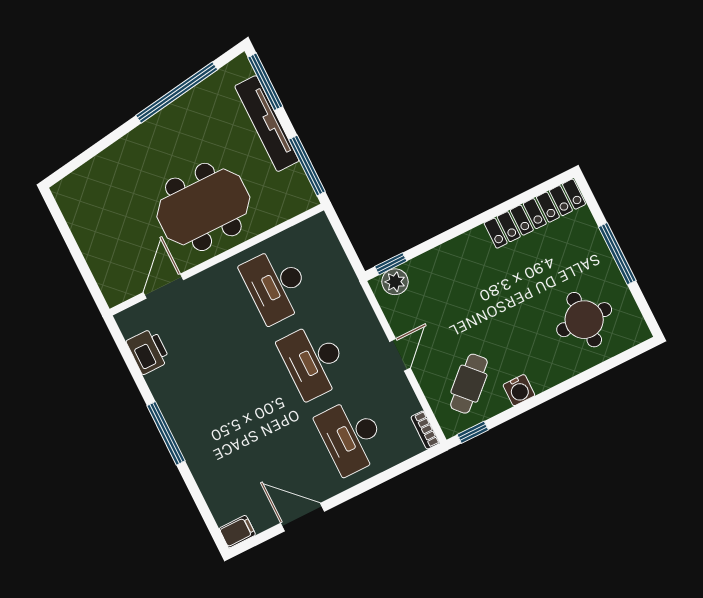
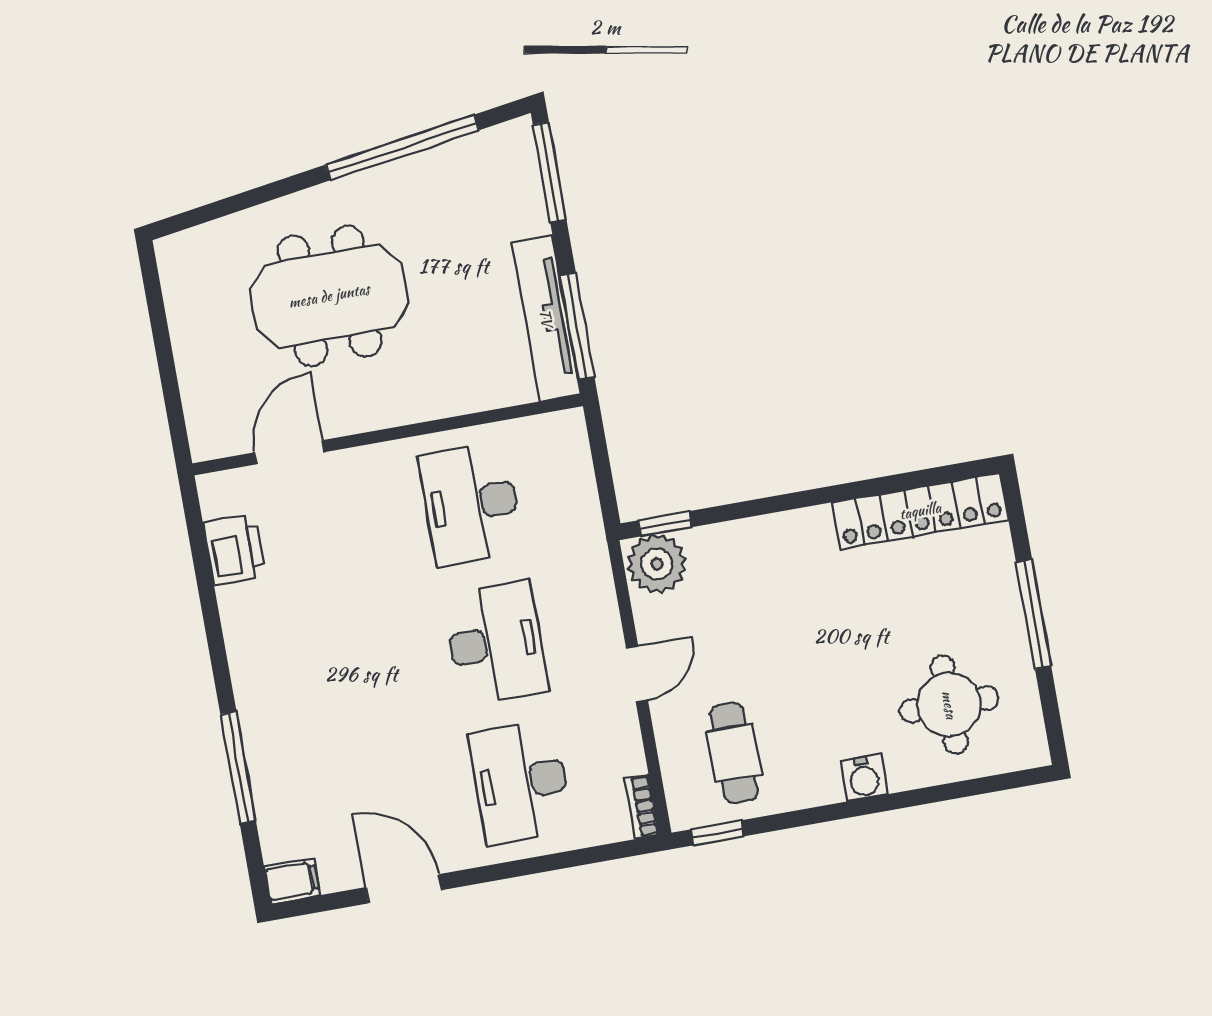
tv unit: (267, 124) -> (546, 318), moved
meeting table: (203, 207) -> (329, 296), moved
plant: (395, 282) -> (657, 564), width x1.36, depth x1.36
desk: (314, 361) -> (496, 643), turned 180
cafe table: (469, 384) -> (734, 753), turned -47
water cooler: (519, 390) -> (864, 778), moved
window: (166, 433) -> (238, 768), moved

